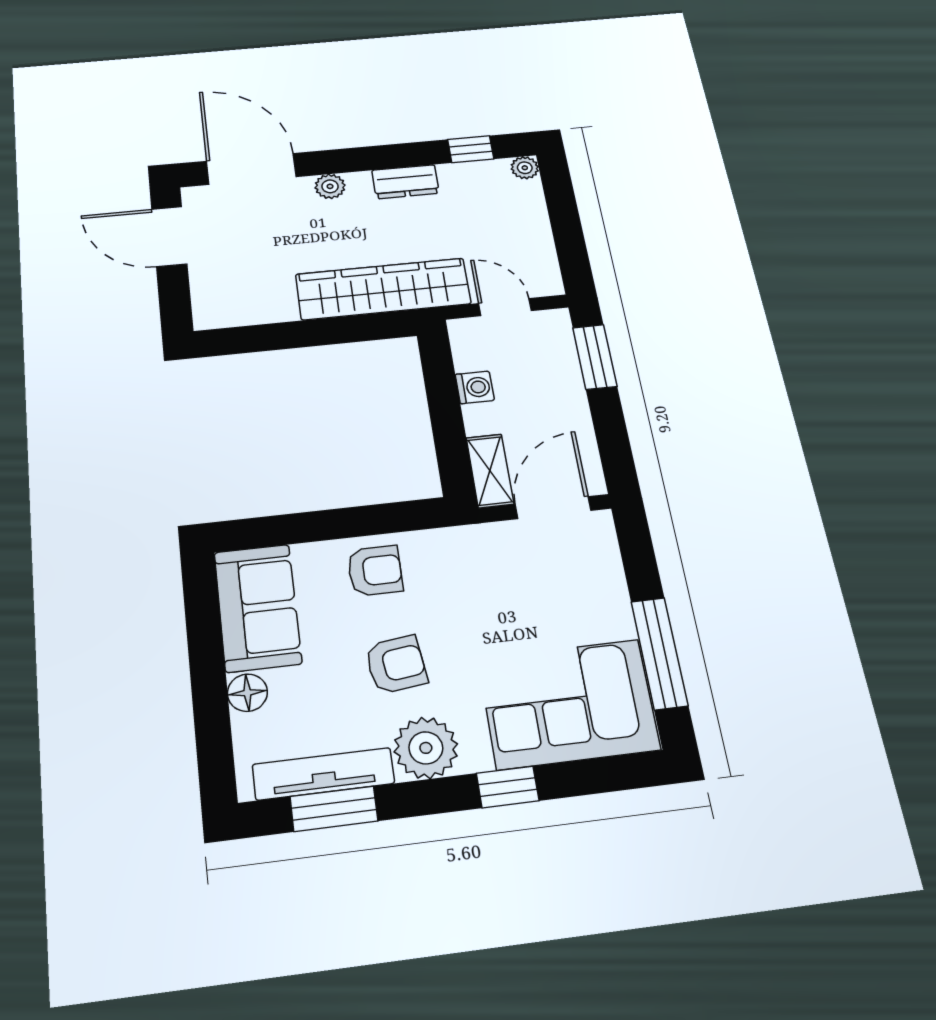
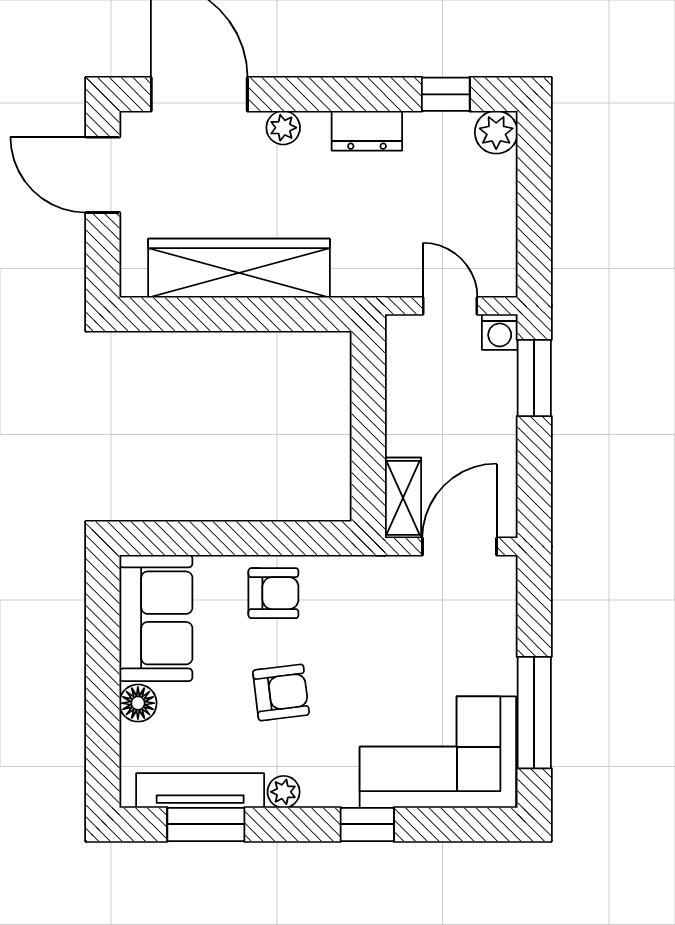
plant: (525, 168) -> (496, 132), width x1.38, depth x1.38
wardrobe: (383, 289) -> (239, 268), moved
washing machine: (475, 387) -> (500, 332), moved, turned 90
plant: (426, 748) -> (284, 792), width x0.53, depth x0.53

